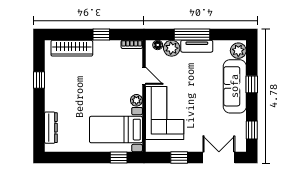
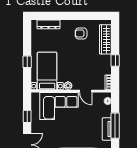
plant: (172, 48) -> (105, 111), removed
door: (144, 76) -> (86, 91), hinge flipped
window: (39, 80) -> (83, 16), removed
armchair: (64, 82) -> (81, 33), added
window: (119, 157) -> (27, 62), moved

